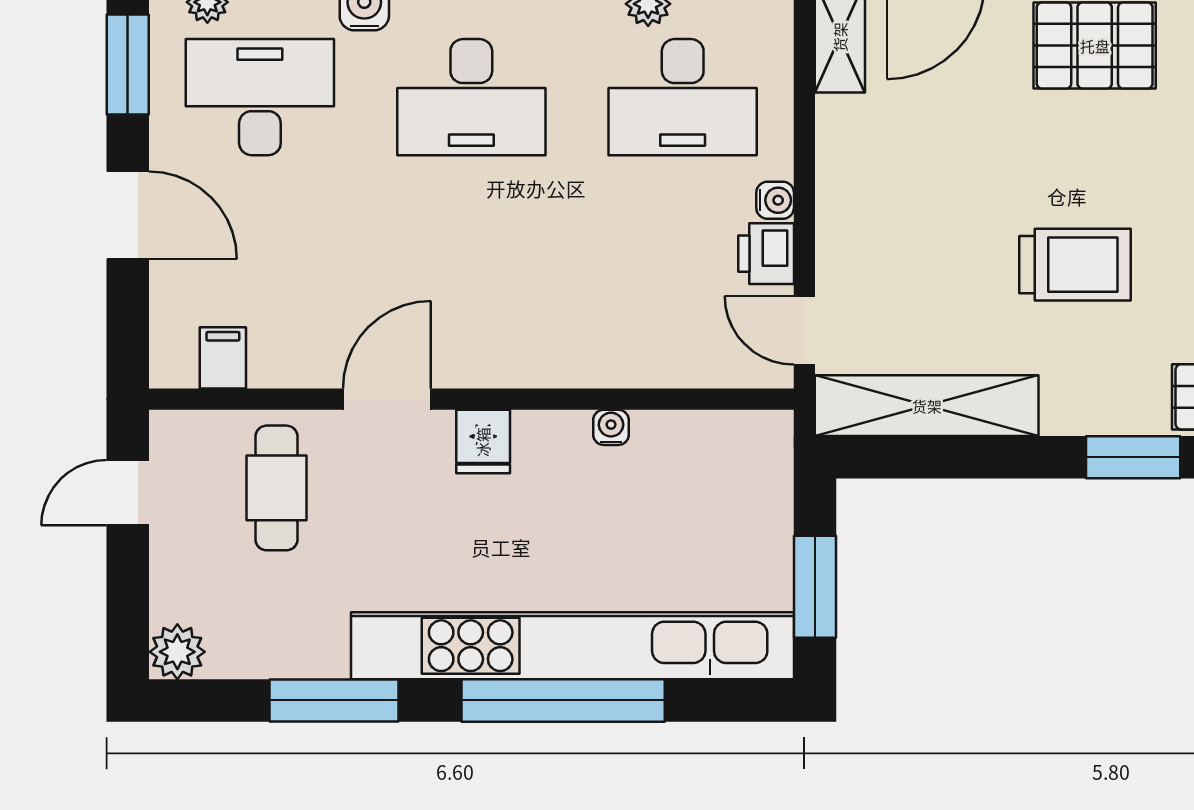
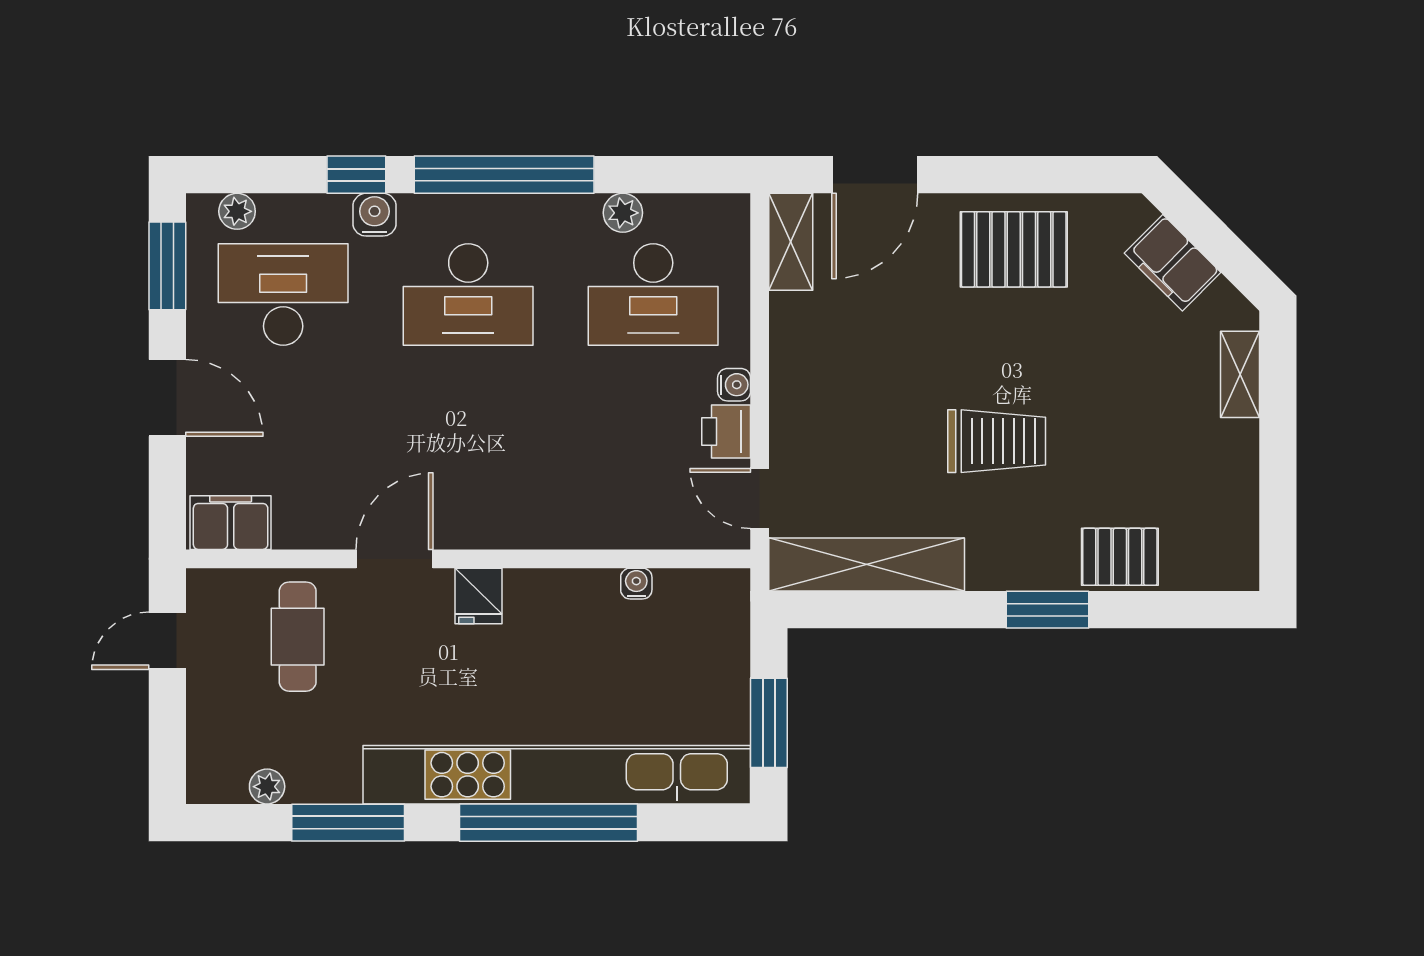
filing cabinet: (223, 358) -> (231, 523), width x2.00
water cooler: (611, 427) -> (636, 584), moved
plant: (177, 652) -> (267, 787), moved, width x0.73, depth x0.73

